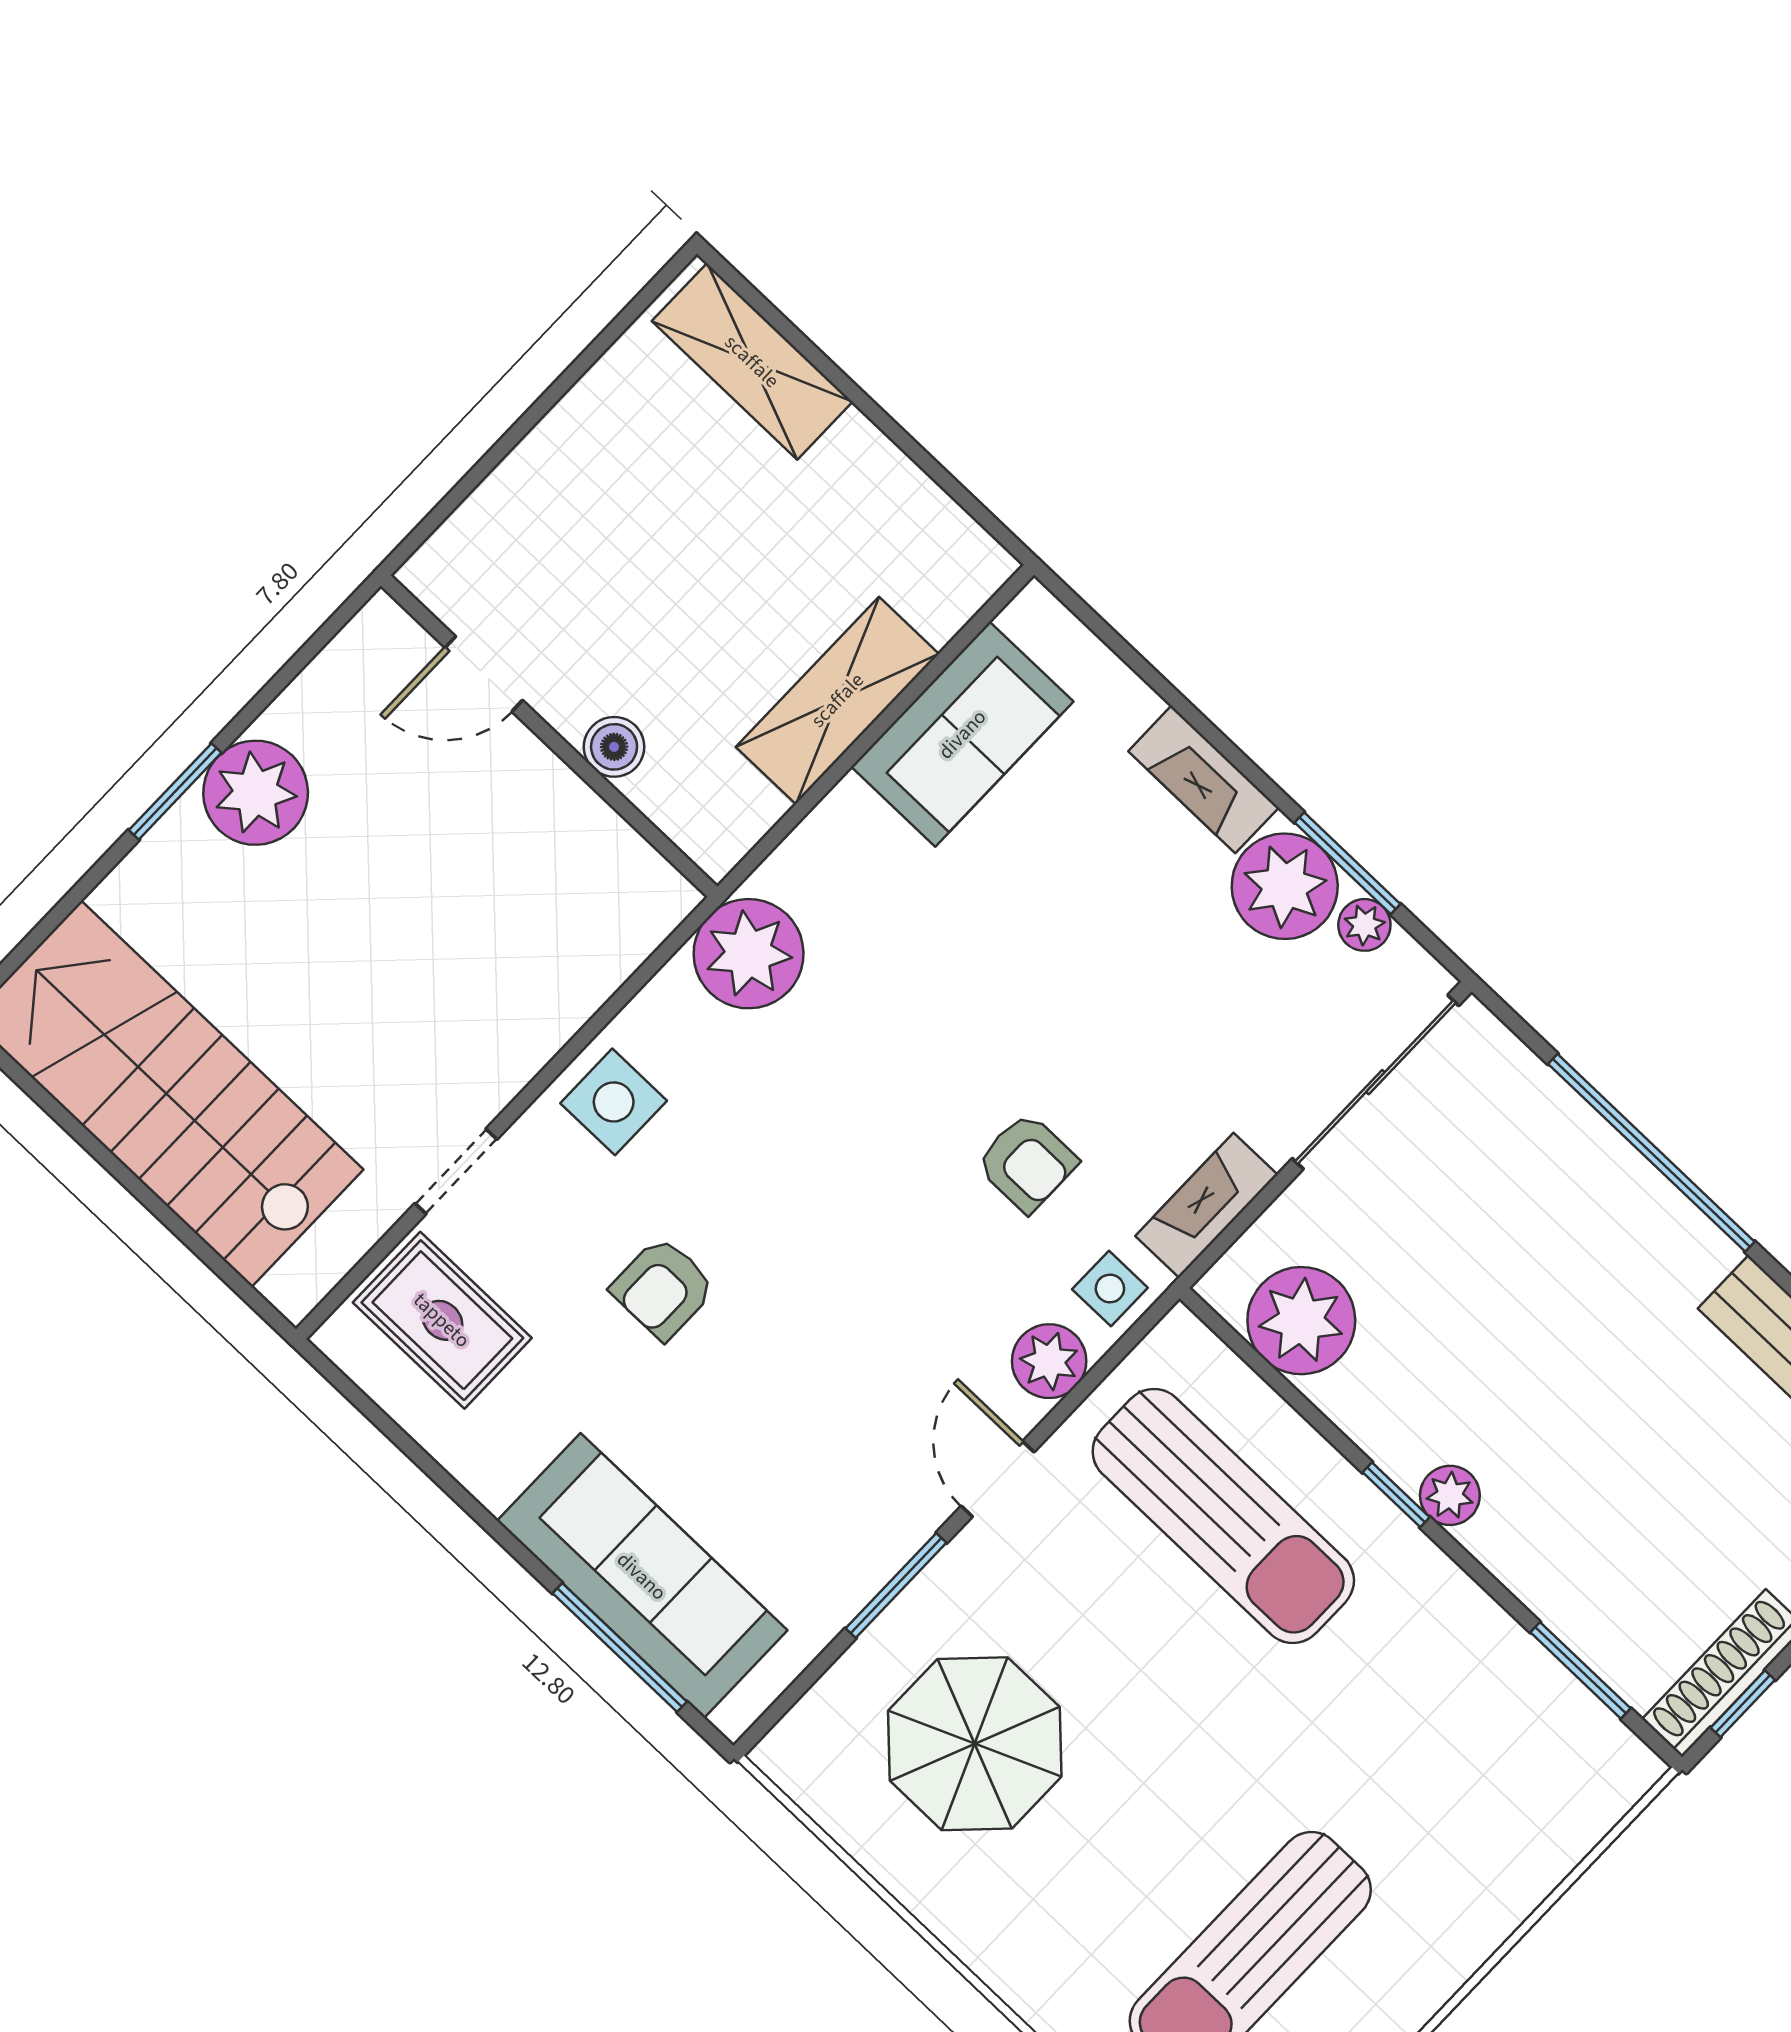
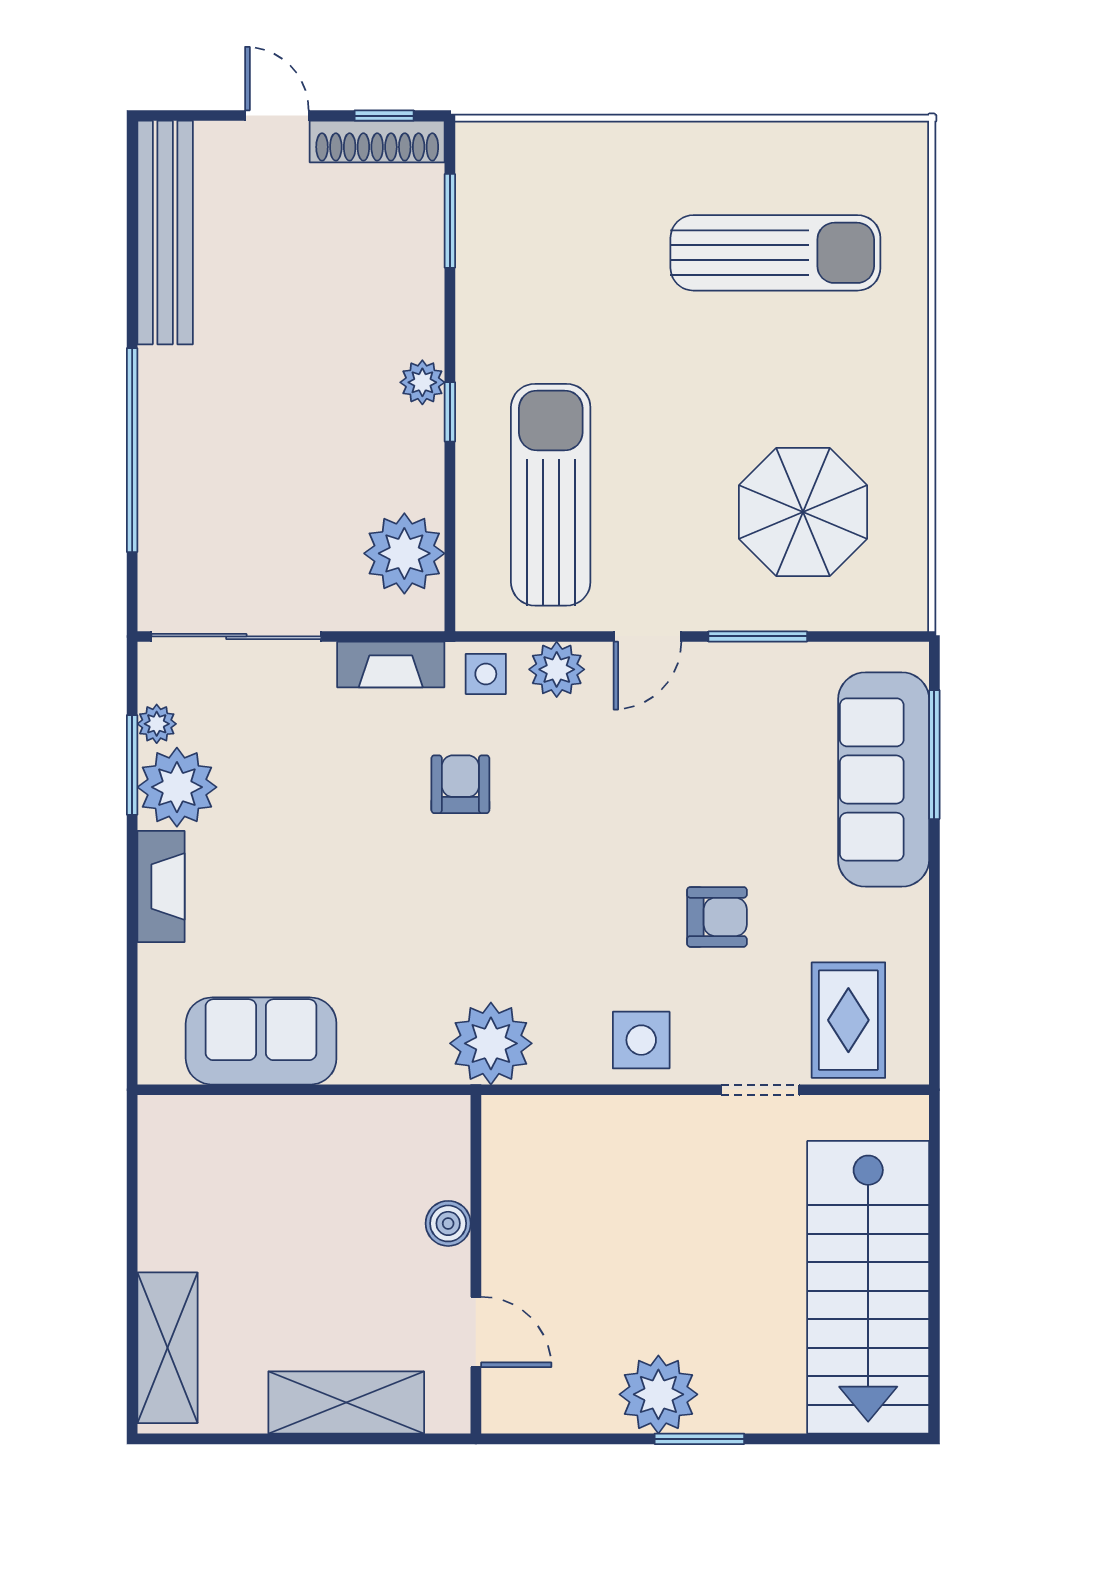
shelving: (837, 700) -> (346, 1402), moved

